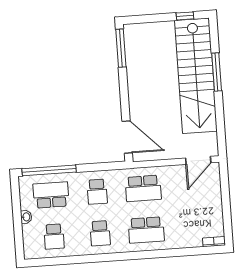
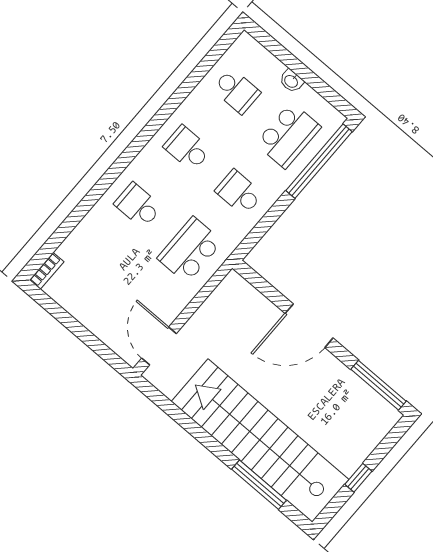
window: (185, 16) -> (358, 478), moved
window: (217, 72) -> (259, 485), moved
door: (127, 137) -> (309, 326), moved
school desk: (146, 230) -> (138, 206), width x0.54
school desk: (54, 237) -> (236, 91), turned 180

